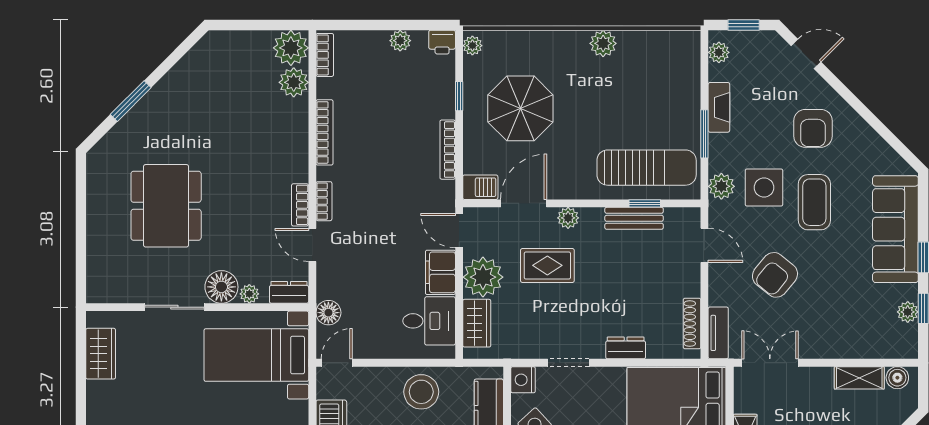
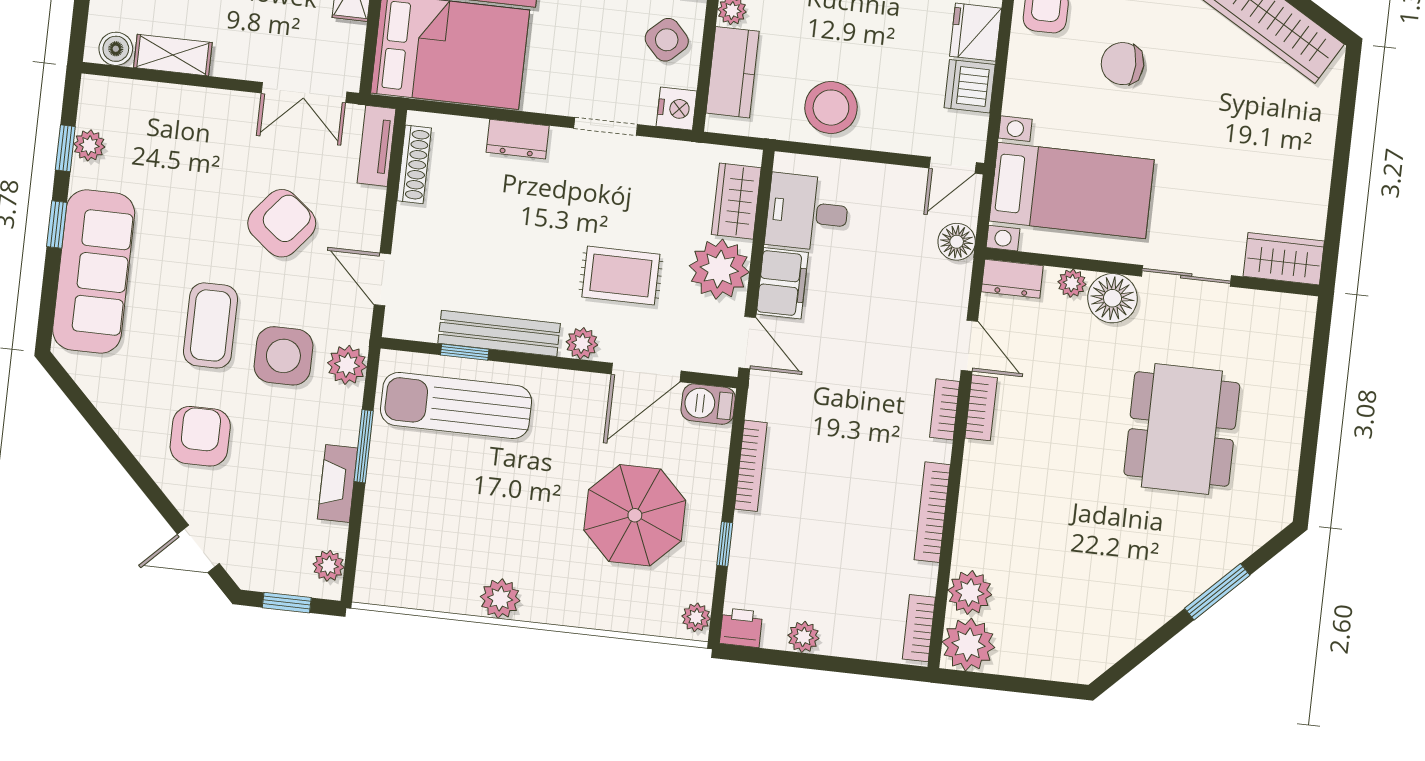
bench: (634, 218) -> (499, 333), width x1.36
wardrobe: (101, 354) -> (1284, 259), moved, turned 90

